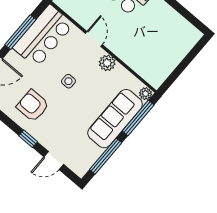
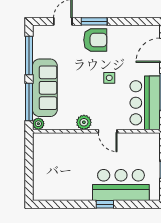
side table: (68, 81) -> (109, 78), moved
armchair: (33, 106) -> (95, 40), moved
window: (28, 139) -> (94, 21), width x1.50

